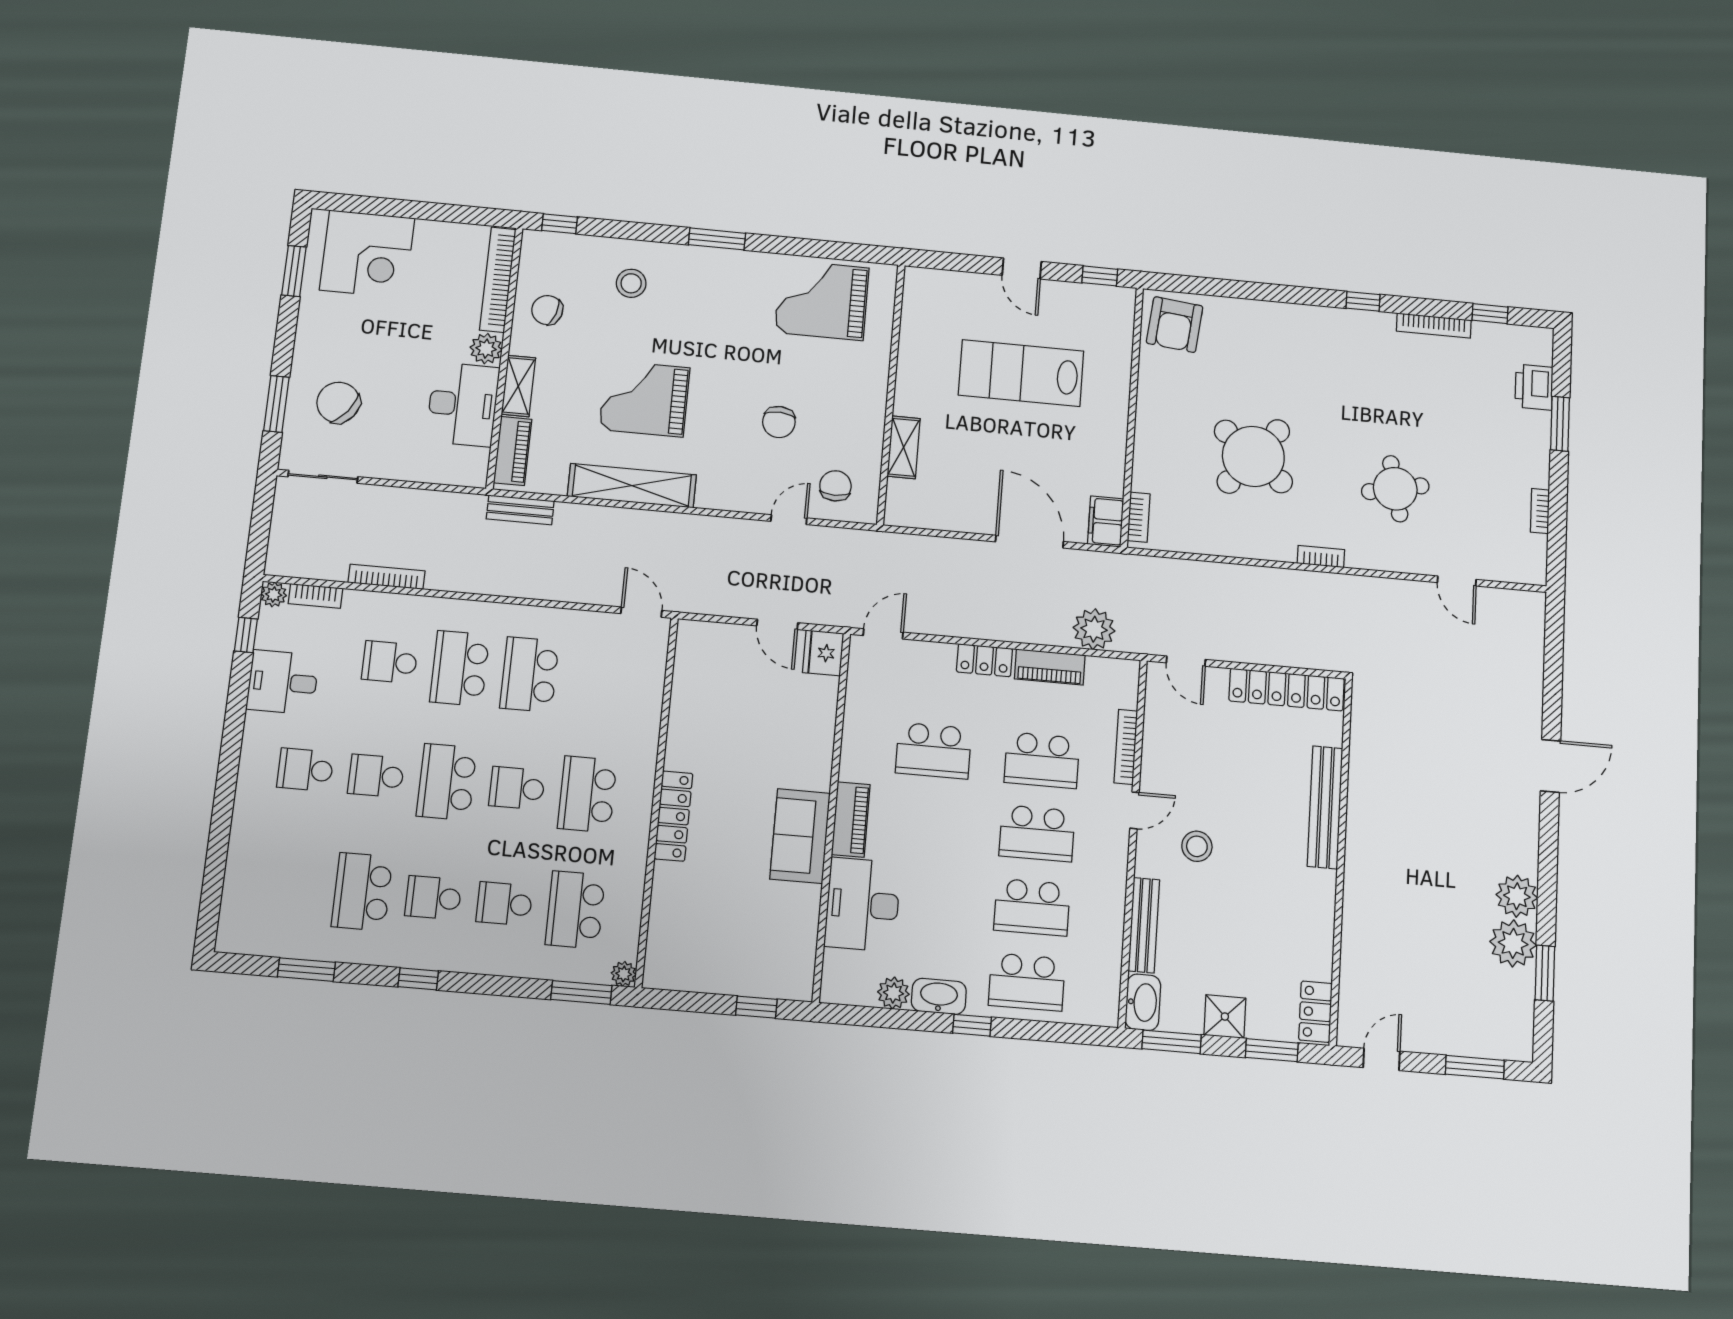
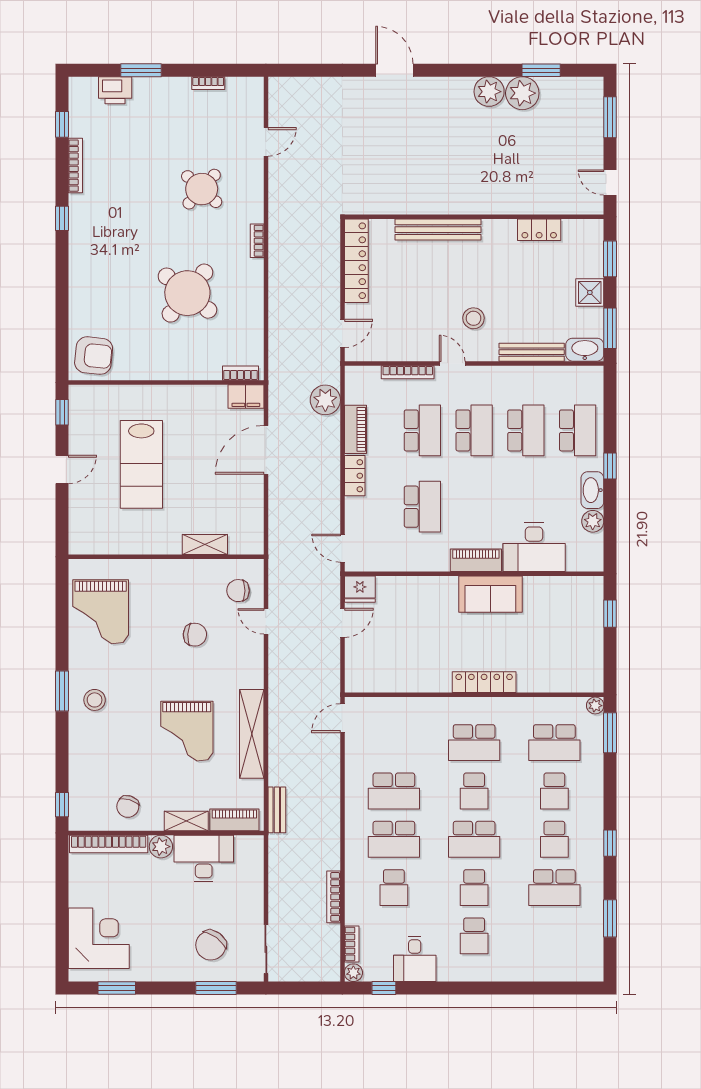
stool: (631, 283) -> (95, 700), moved
round table: (1395, 489) -> (202, 189), turned -36
locker: (1315, 1012) -> (539, 230), moved

